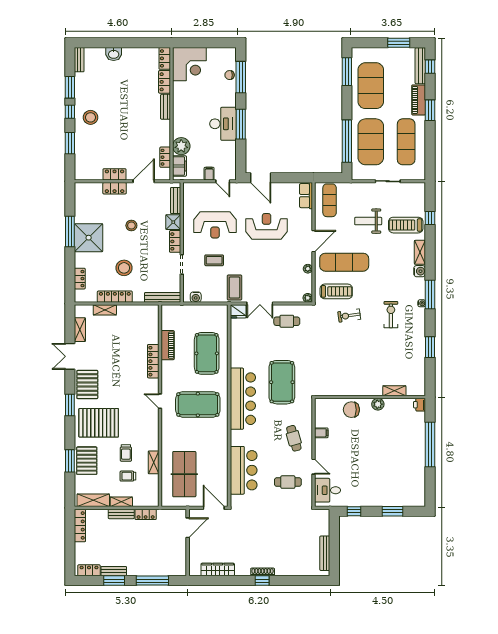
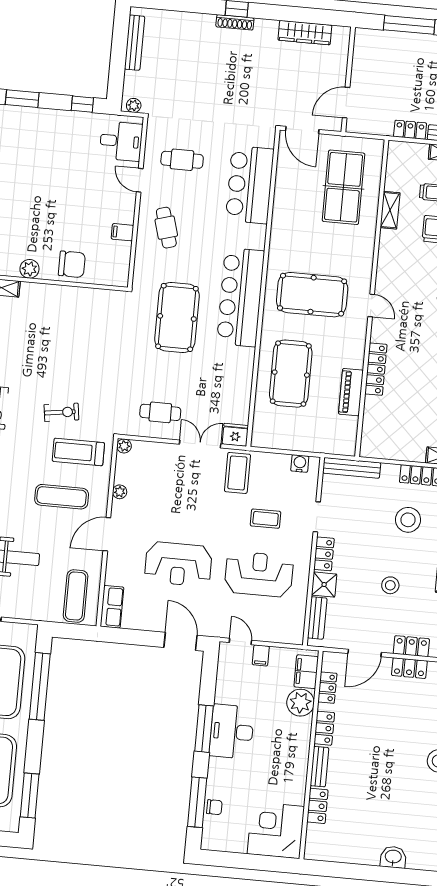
locker: (165, 58) -> (324, 728), moved
exercise mat: (344, 262) -> (62, 497), width x0.73, depth x0.69
plant: (322, 514) -> (134, 105), added

